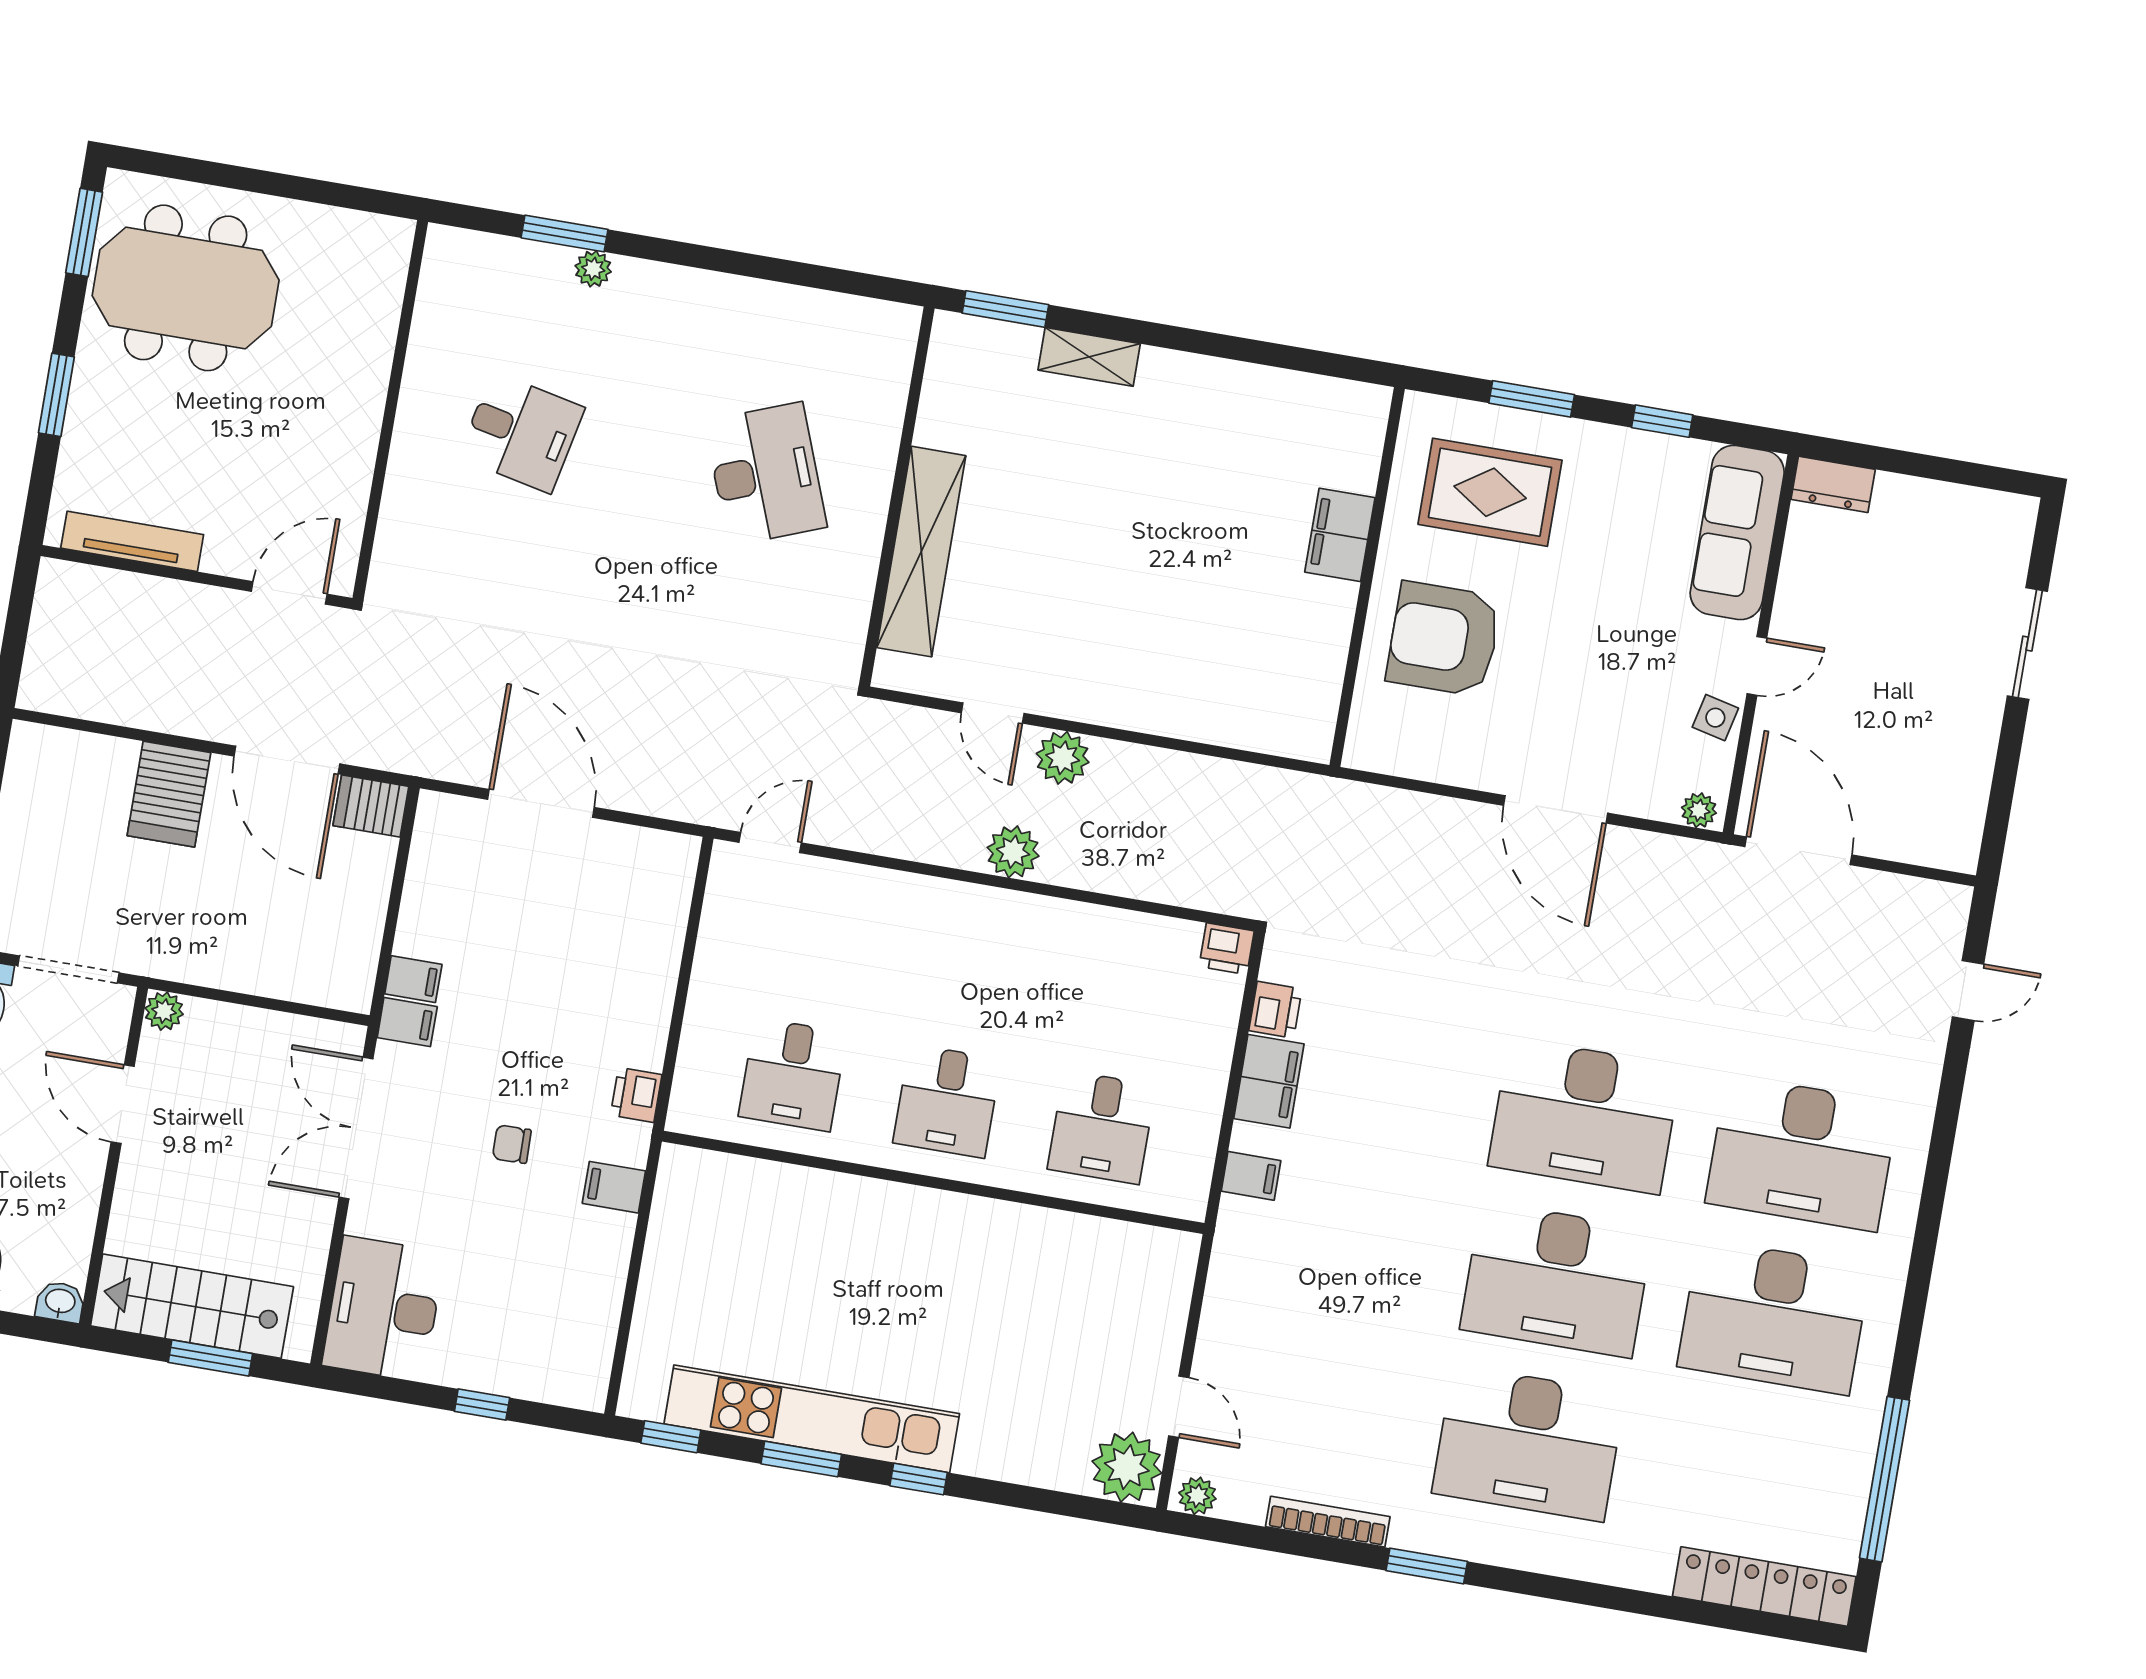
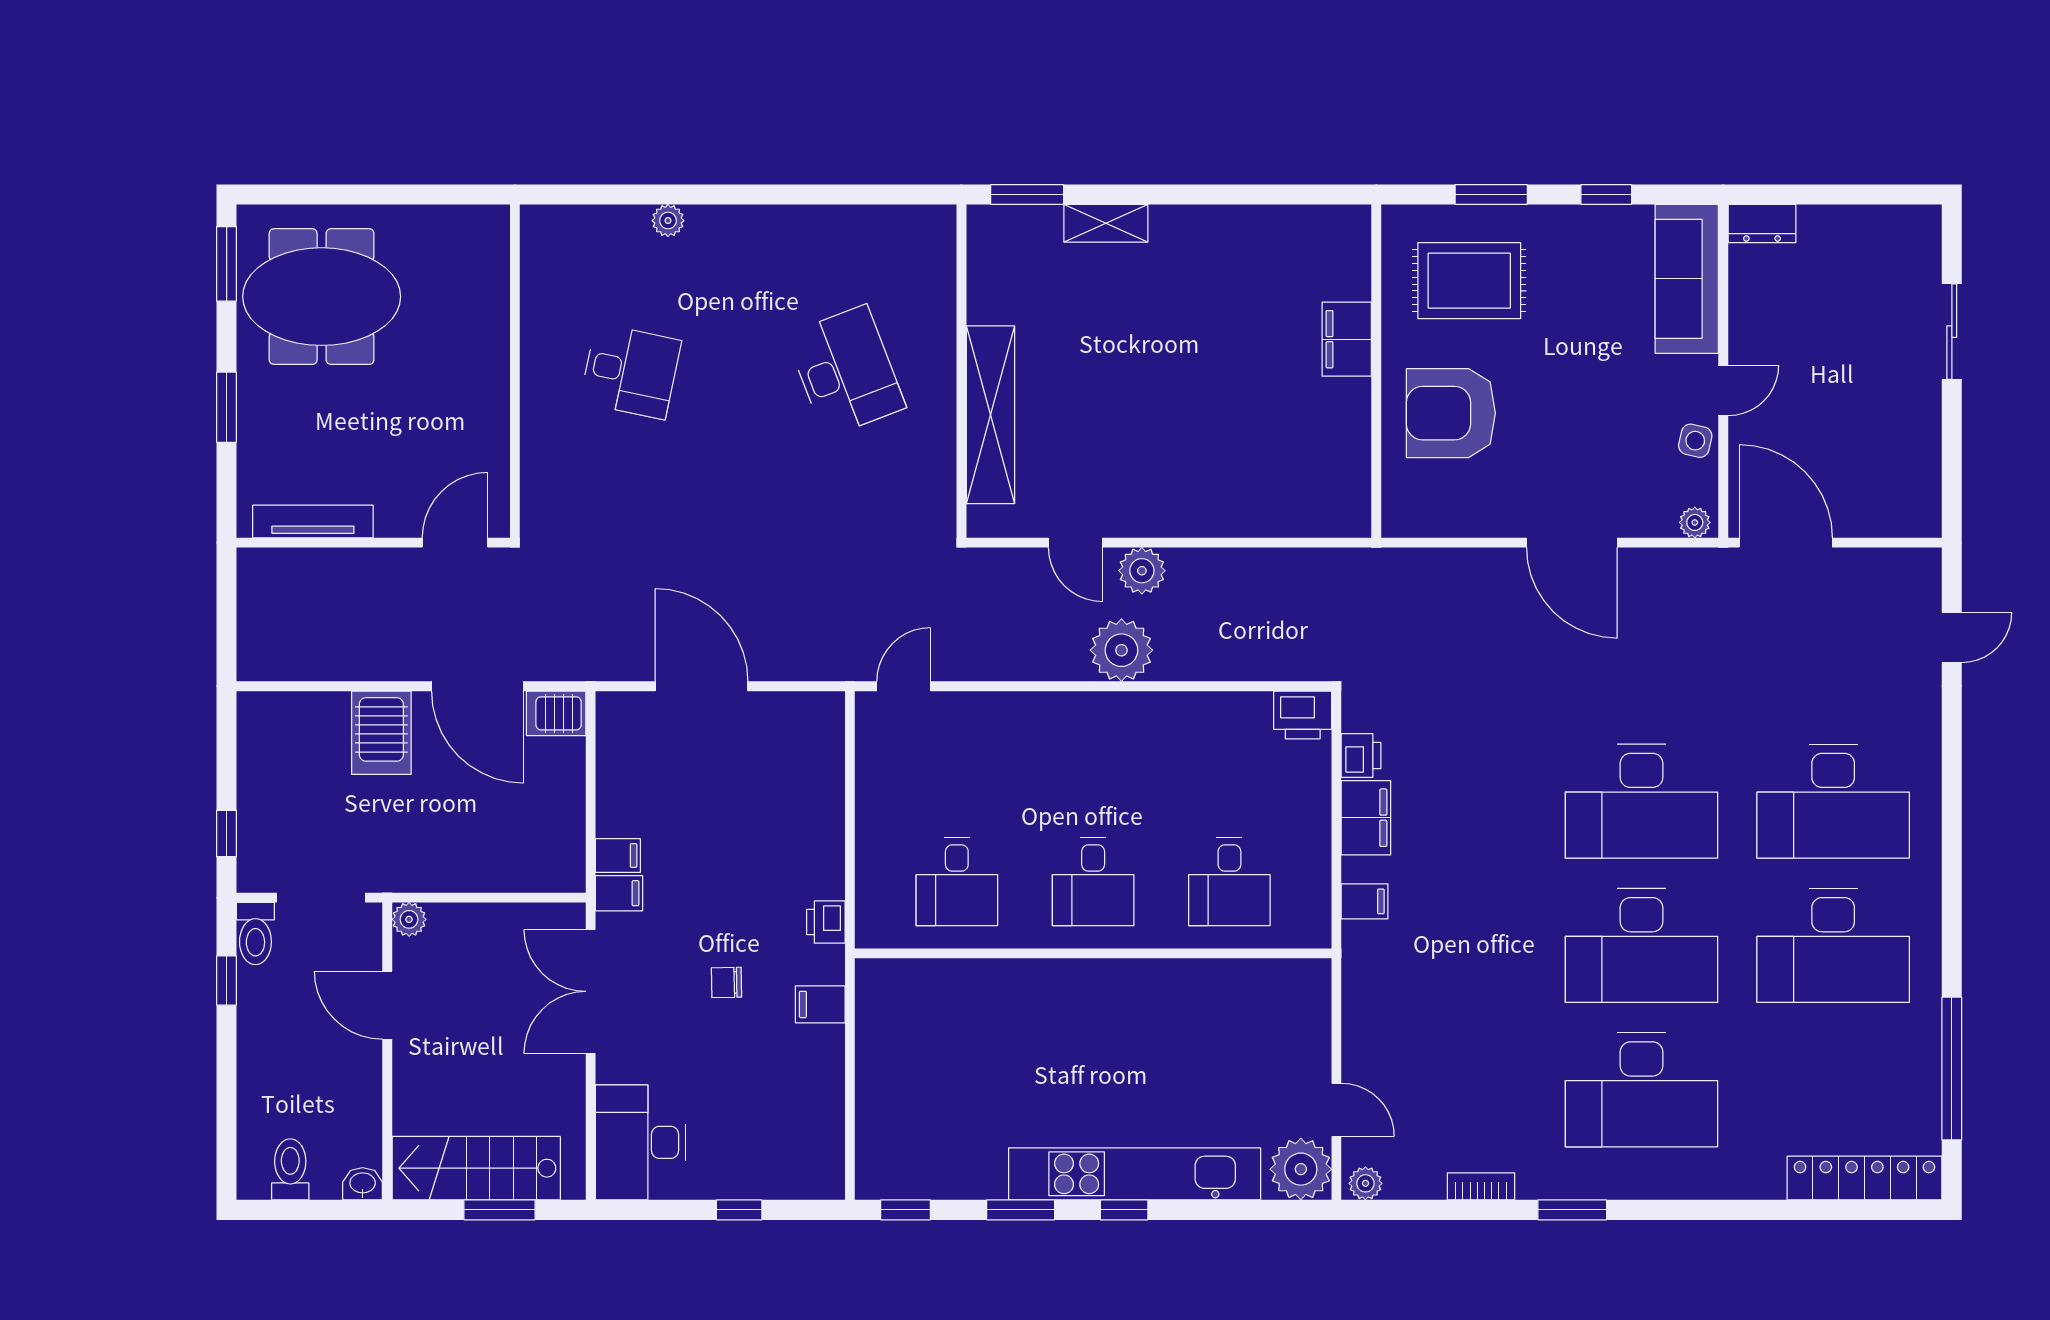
window: (565, 234) -> (638, 195), removed
plant: (1013, 852) -> (1121, 650), width x1.36, depth x1.36
printer: (1227, 949) -> (1303, 715), width x1.36, depth x1.24
kitchen unit: (812, 1419) -> (1135, 1174), moved
bookcase: (1328, 1522) -> (1481, 1186), width x0.64

